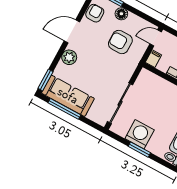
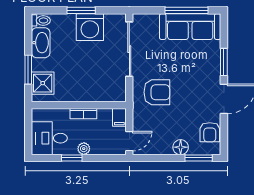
armchair: (120, 42) -> (157, 92), moved
plant: (69, 57) -> (212, 69), removed
window: (45, 80) -> (224, 62), moved

